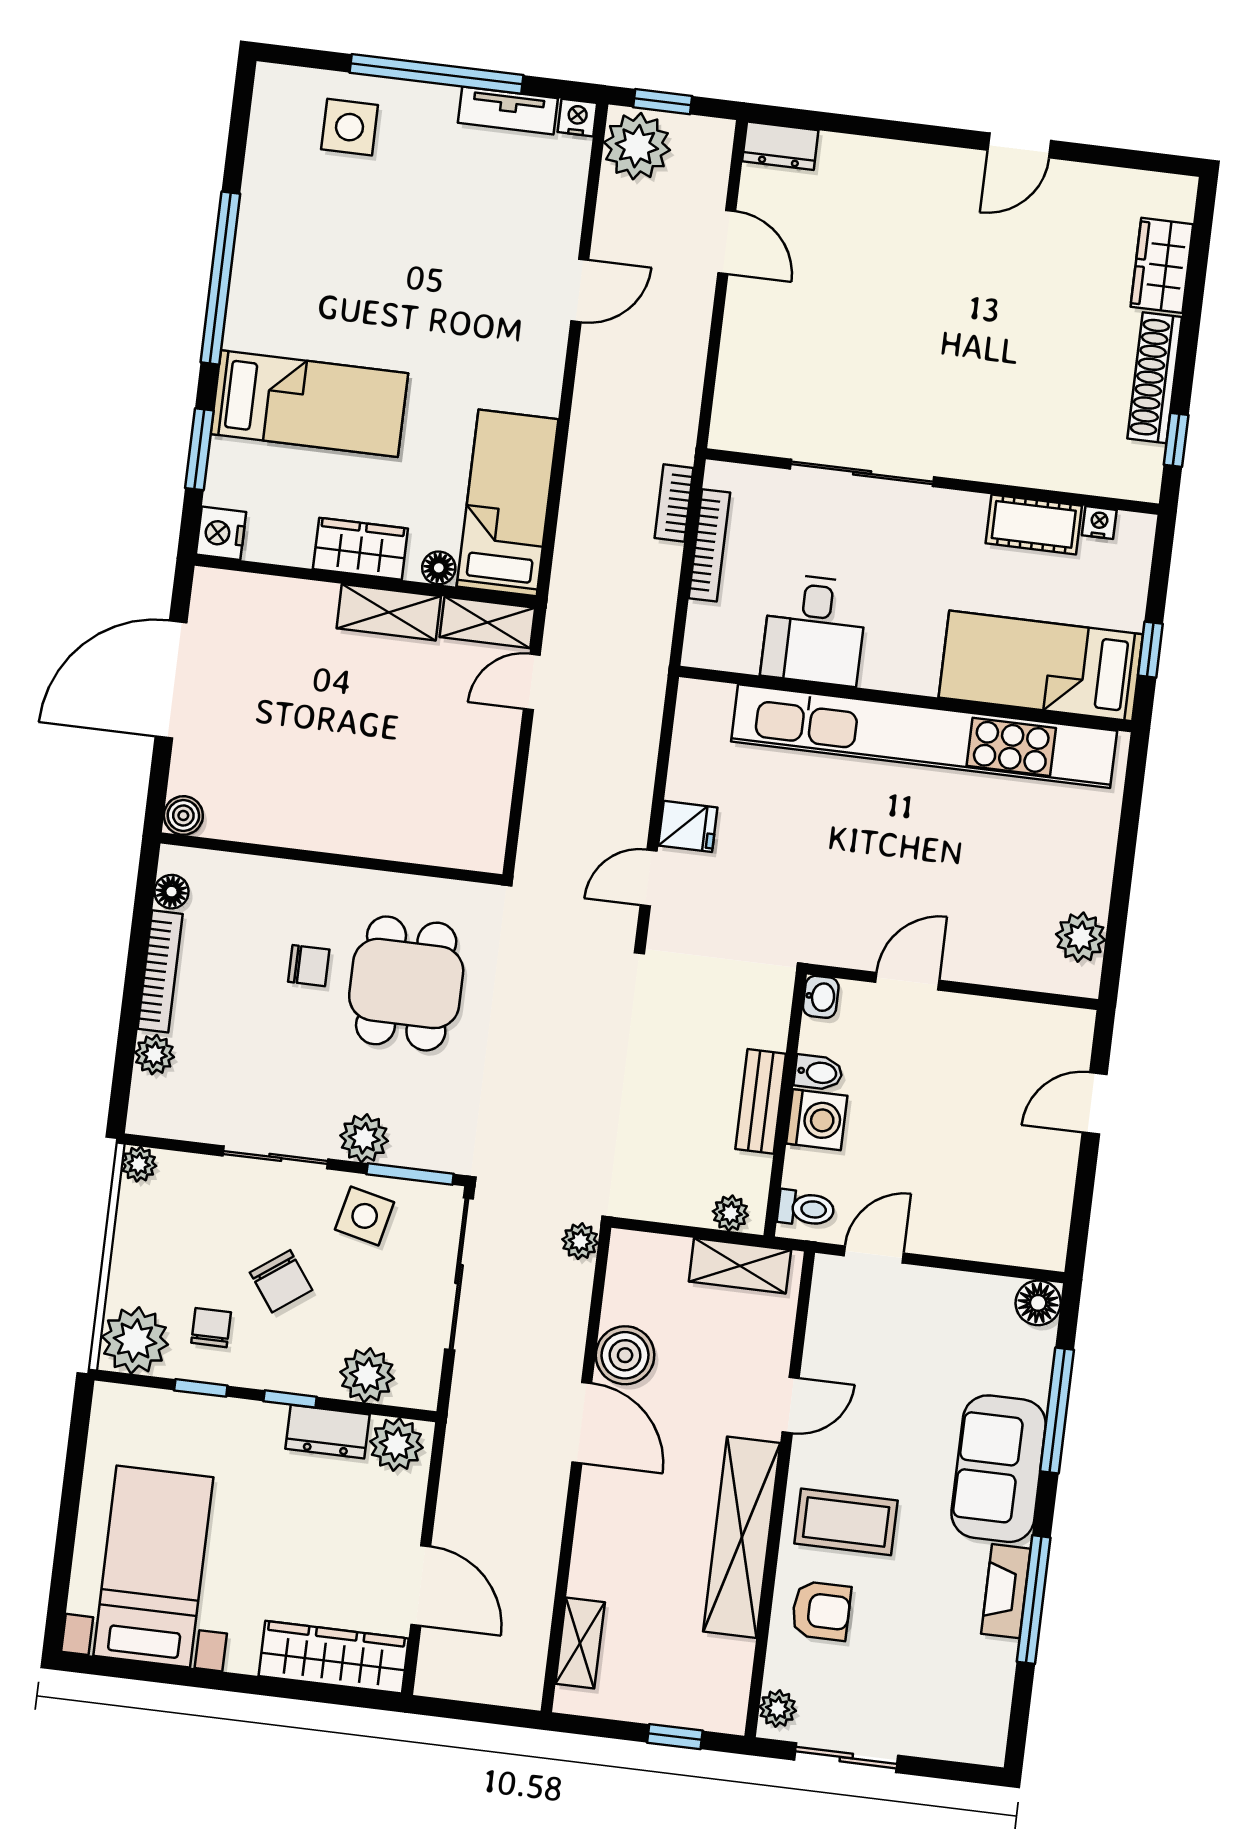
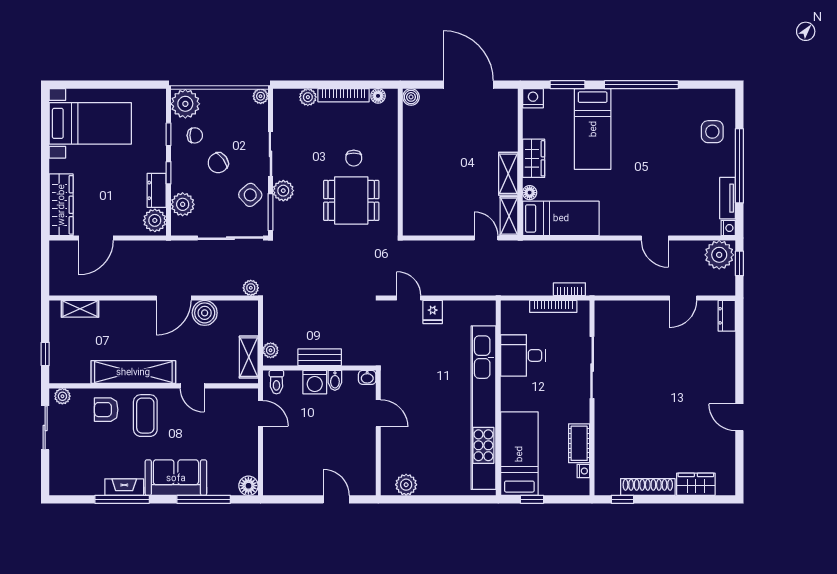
side table: (365, 1216) -> (250, 195), turned 35
armchair: (821, 1611) -> (106, 410), turned 90

